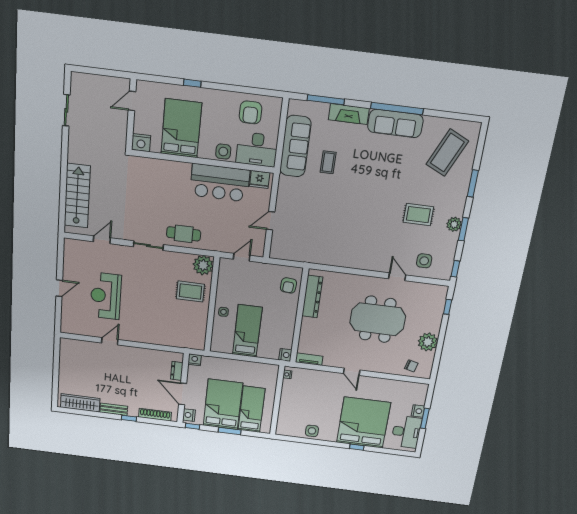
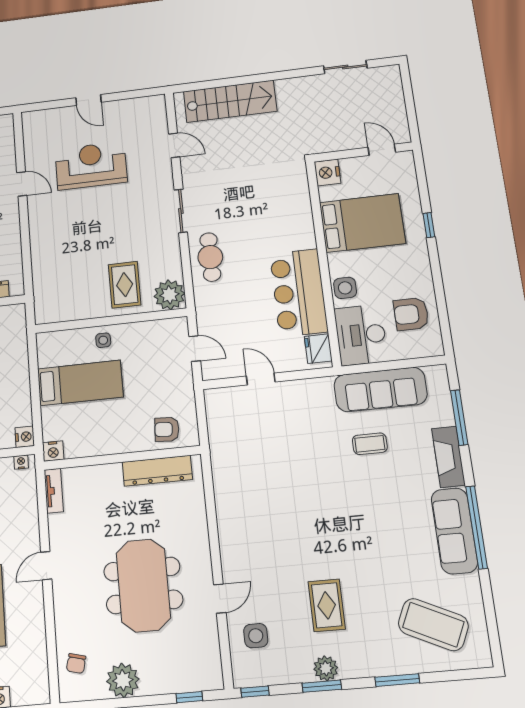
nightstand: (195, 360) -> (25, 437), moved

